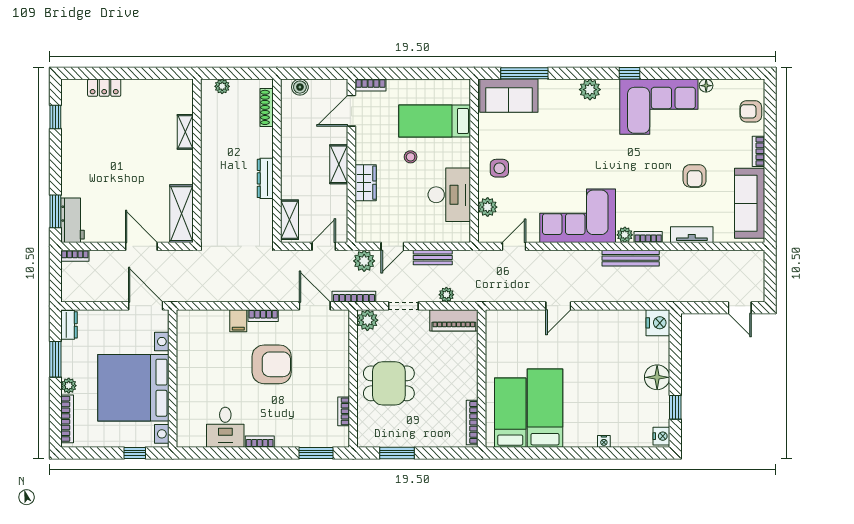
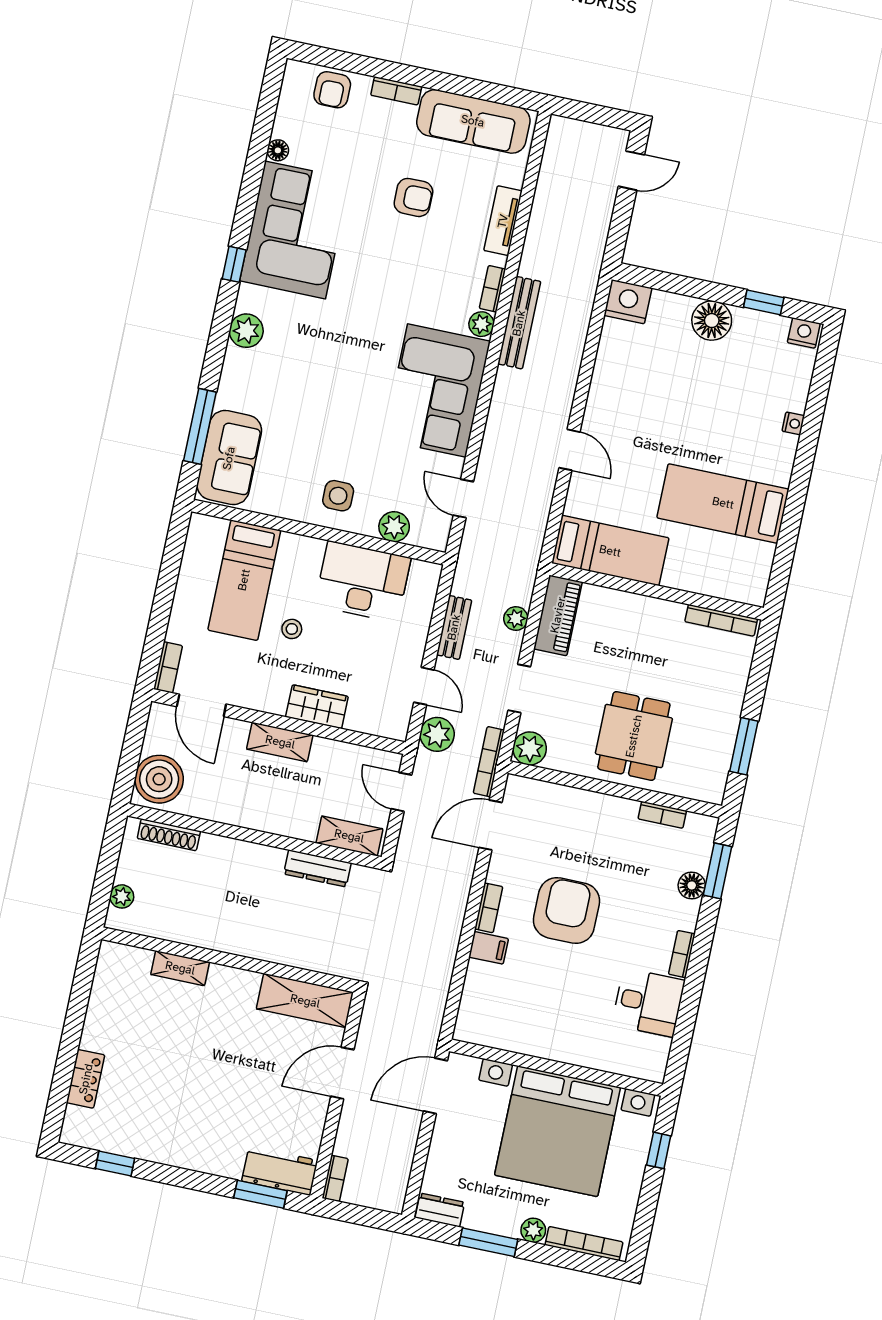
boiler: (300, 87) -> (159, 779), width x1.86, depth x1.86
dresser: (265, 178) -> (317, 868), moved
bed: (510, 413) -> (610, 551), moved, turned 180
floor lamp: (304, 439) -> (692, 885), added

